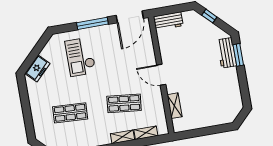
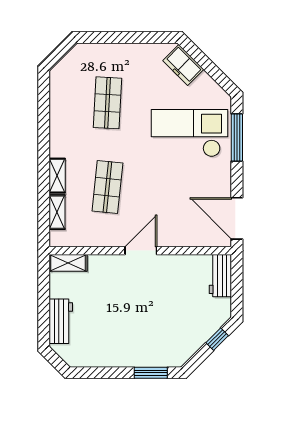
window: (92, 23) -> (237, 137), moved
workbench: (227, 53) -> (61, 321), moved, turned 90
checkout: (80, 57) -> (189, 133), width x1.36, depth x1.21
shelving: (175, 106) -> (68, 263), moved

